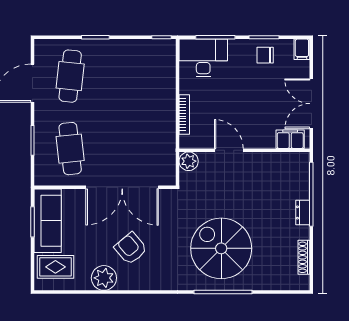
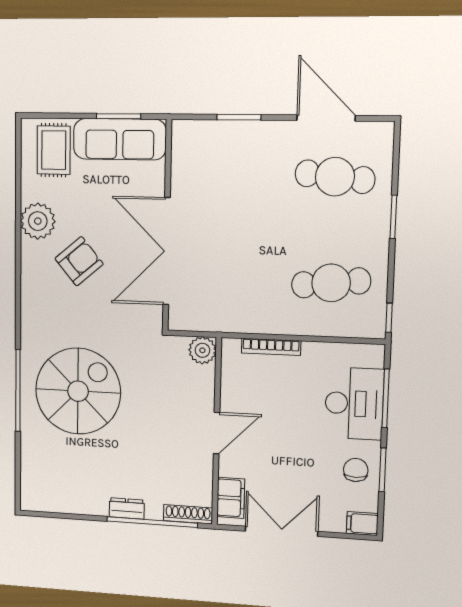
desk: (203, 58) -> (354, 404), moved
cafe table: (70, 149) -> (331, 283), moved
door: (229, 150) -> (217, 433), moved
shoe rack: (304, 257) -> (188, 514), moved

